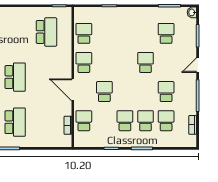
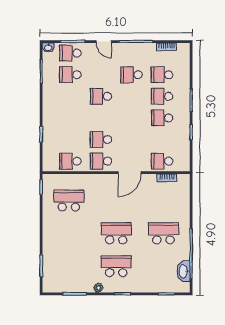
school desk: (187, 33) -> (70, 53), added
school desk: (104, 92) -> (101, 140), moved

